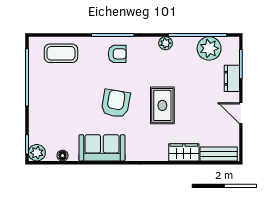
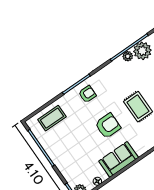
plant: (165, 43) -> (128, 56), moved
armchair: (116, 103) -> (108, 126), turned 80

